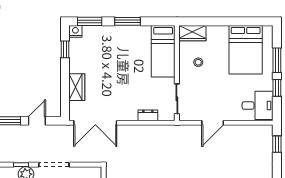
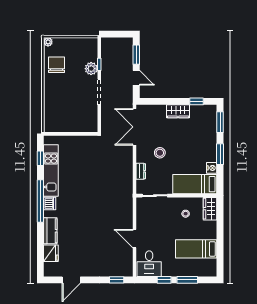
nightstand: (75, 31) -> (212, 168), moved
bed: (246, 50) -> (196, 249), width x0.67
wardrobe: (77, 87) -> (178, 111), moved
stool: (126, 93) -> (160, 153), added
door: (213, 123) -> (135, 239), moved

